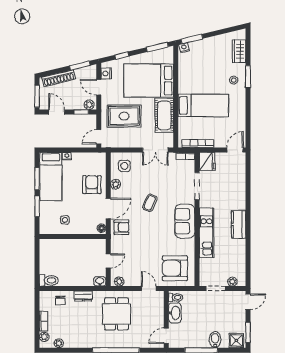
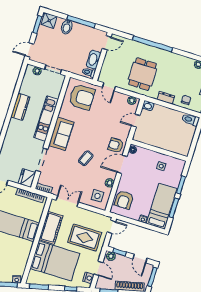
armchair: (92, 185) -> (124, 200), moved
kitchen counter: (239, 224) -> (20, 107), moved

